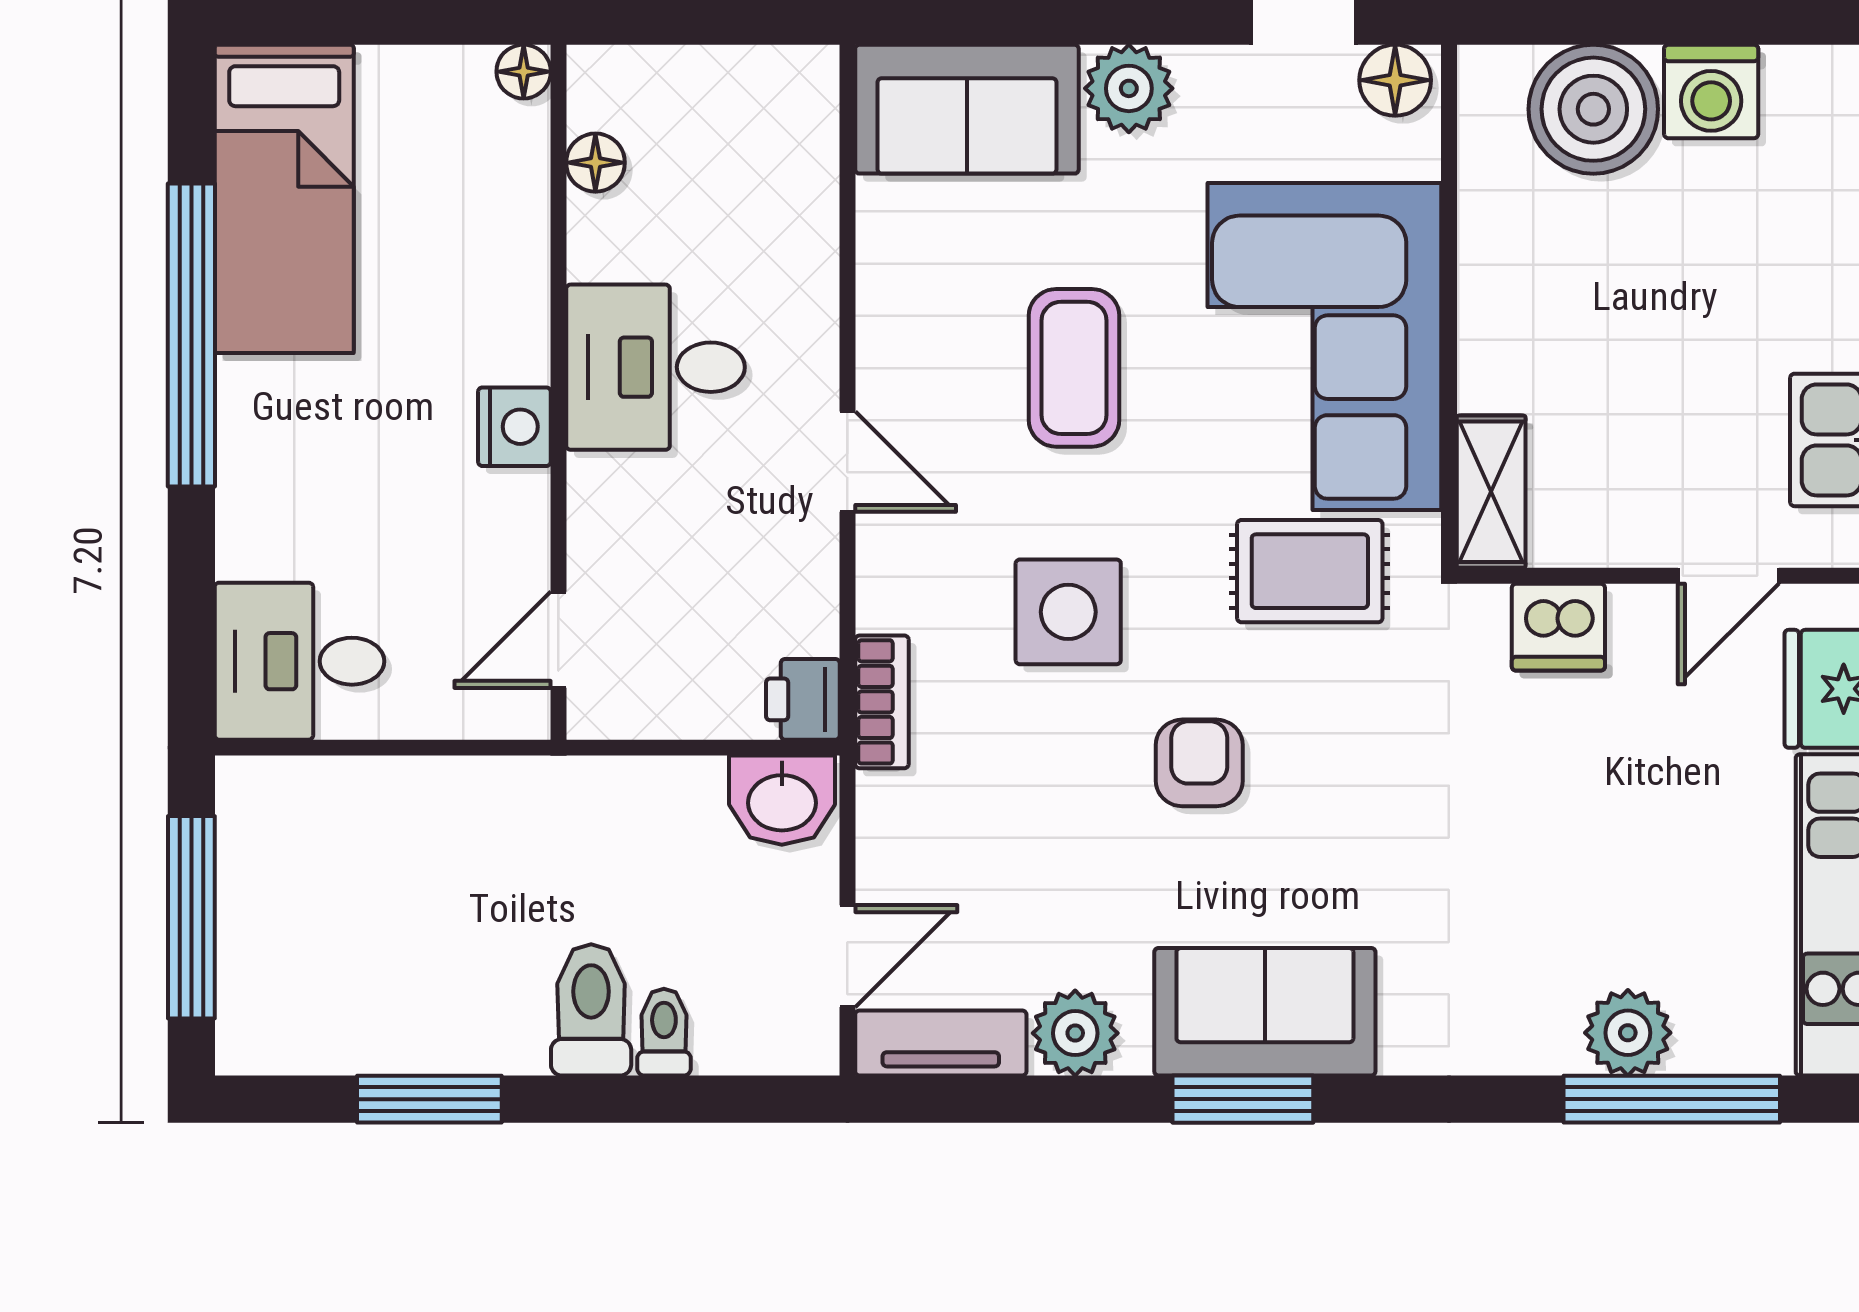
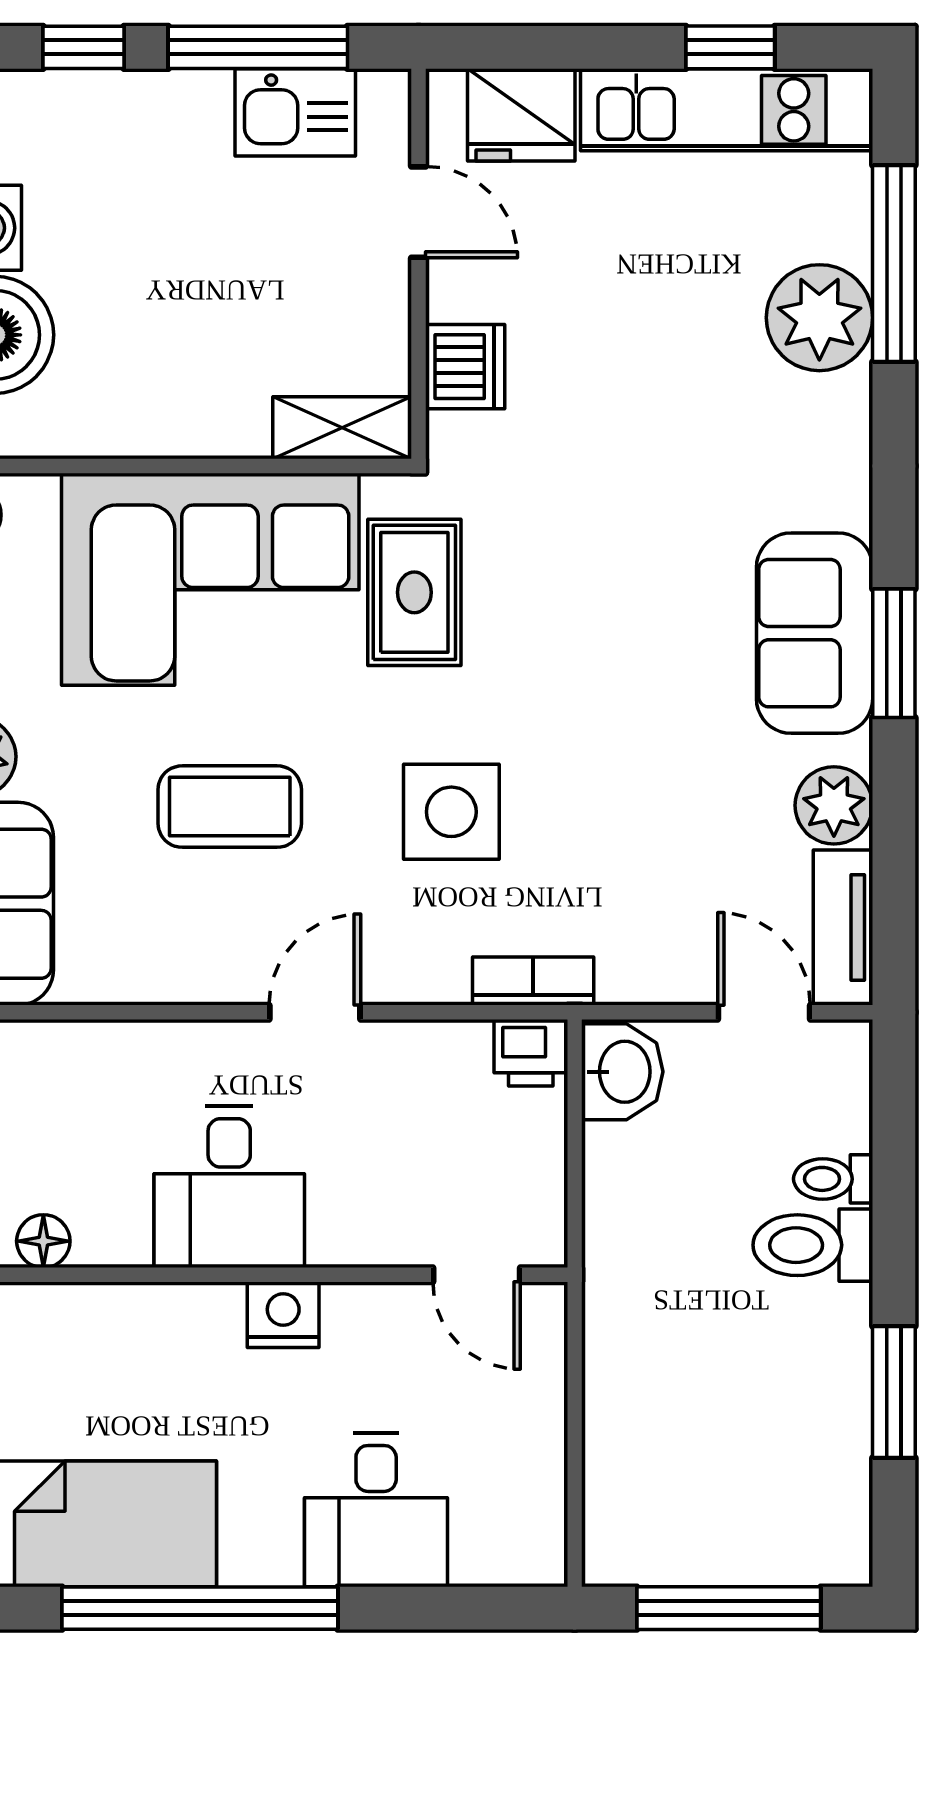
desk: (299, 661) -> (376, 1510), moved
armchair: (1199, 763) -> (589, 693), removed
plant: (1628, 1033) -> (819, 318), width x1.36, depth x1.36

